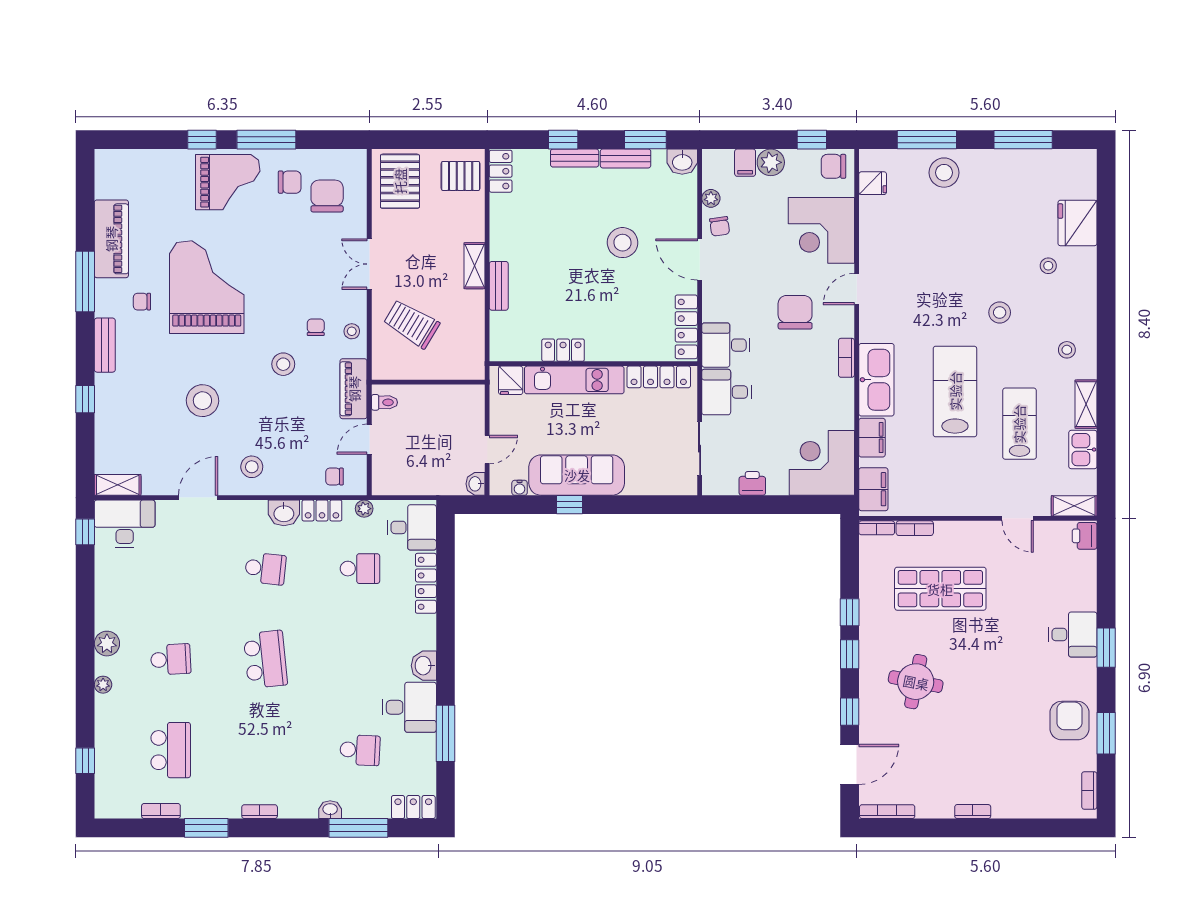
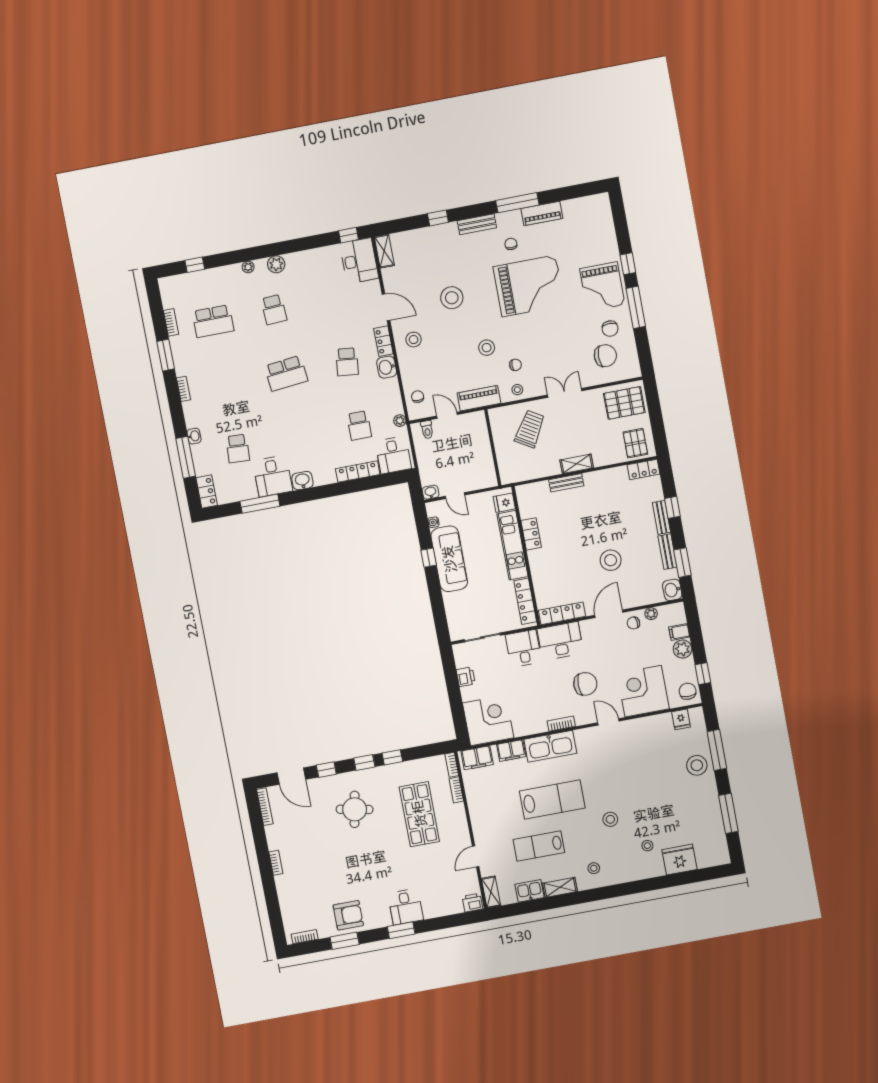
piano: (111, 239) -> (542, 213), width x0.73, depth x0.75
desk: (726, 345) -> (560, 641), width x1.37
toilet: (384, 402) -> (427, 430), moved
lab bench: (1019, 424) -> (539, 846), turned 180
locker: (322, 510) -> (383, 341), moved

